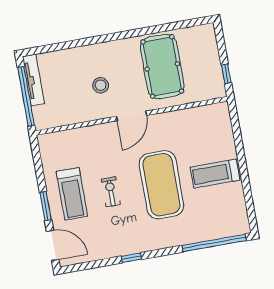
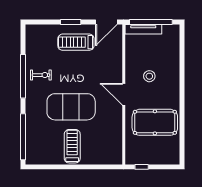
tv unit: (33, 80) -> (143, 29), moved
exercise bike: (111, 192) -> (41, 75), moved
door: (53, 245) -> (106, 22), moved
window: (131, 258) -> (23, 76), width x3.17

